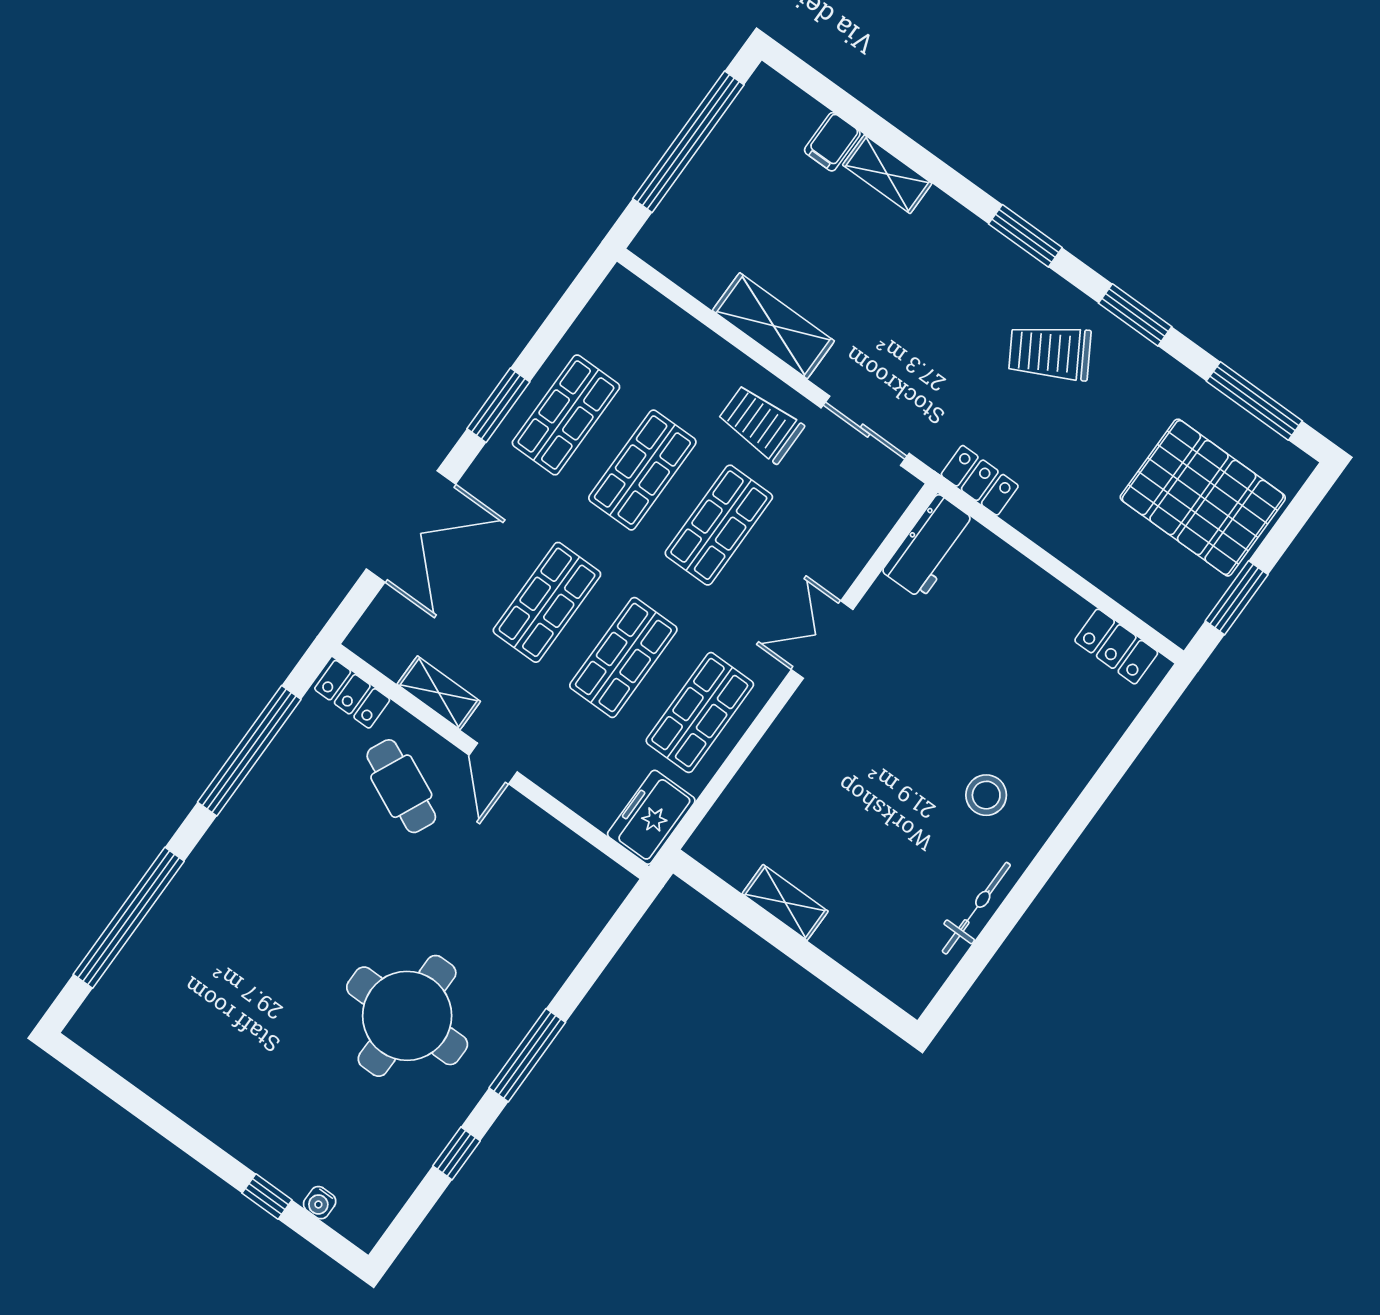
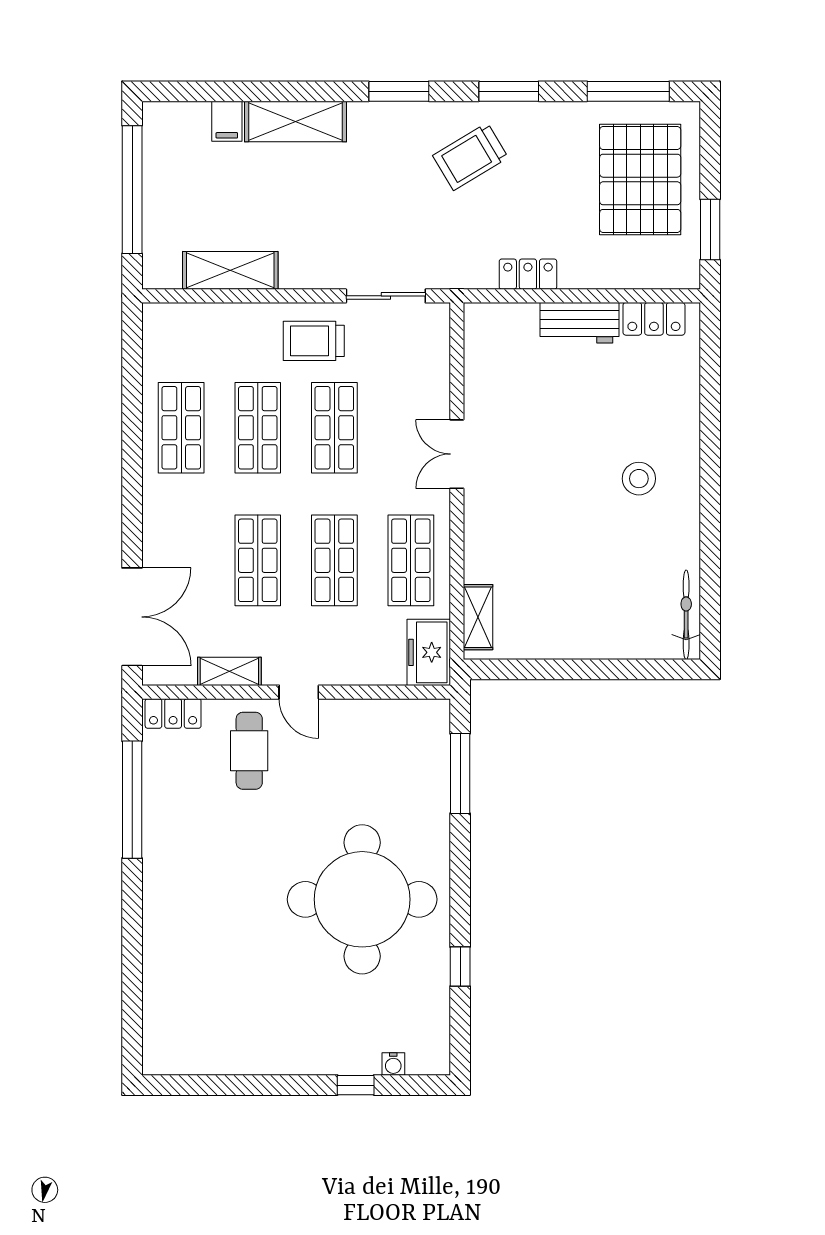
shelving: (887, 174) -> (296, 121), width x1.50, depth x1.33
shelving: (773, 326) -> (230, 270), moved
window: (498, 405) -> (132, 454), removed
locker: (980, 480) -> (528, 274), moved
pallet: (1203, 498) -> (640, 179), turned 90
double door: (411, 526) -> (132, 617), moved
workbench: (930, 547) -> (580, 323), moved, turned 90
cafe table: (401, 786) -> (249, 751), turned 65
shelving: (785, 902) -> (478, 617), moved, turned 90
bicycle: (976, 908) -> (686, 615), moved
window: (129, 918) -> (132, 967), removed
round table: (407, 1016) -> (362, 899), width x1.36, depth x1.36
window: (527, 1055) -> (460, 773), moved

